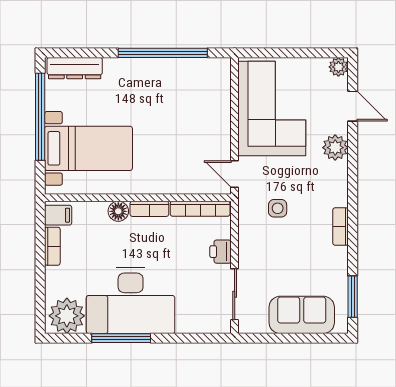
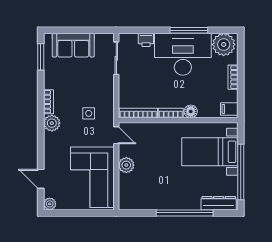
window: (163, 53) -> (185, 213), moved
plant: (219, 128) -> (126, 165), added
plant: (335, 148) -> (52, 123), moved
bookcase: (52, 246) -> (233, 77), moved
printer: (221, 252) -> (146, 40), moved, turned 90

